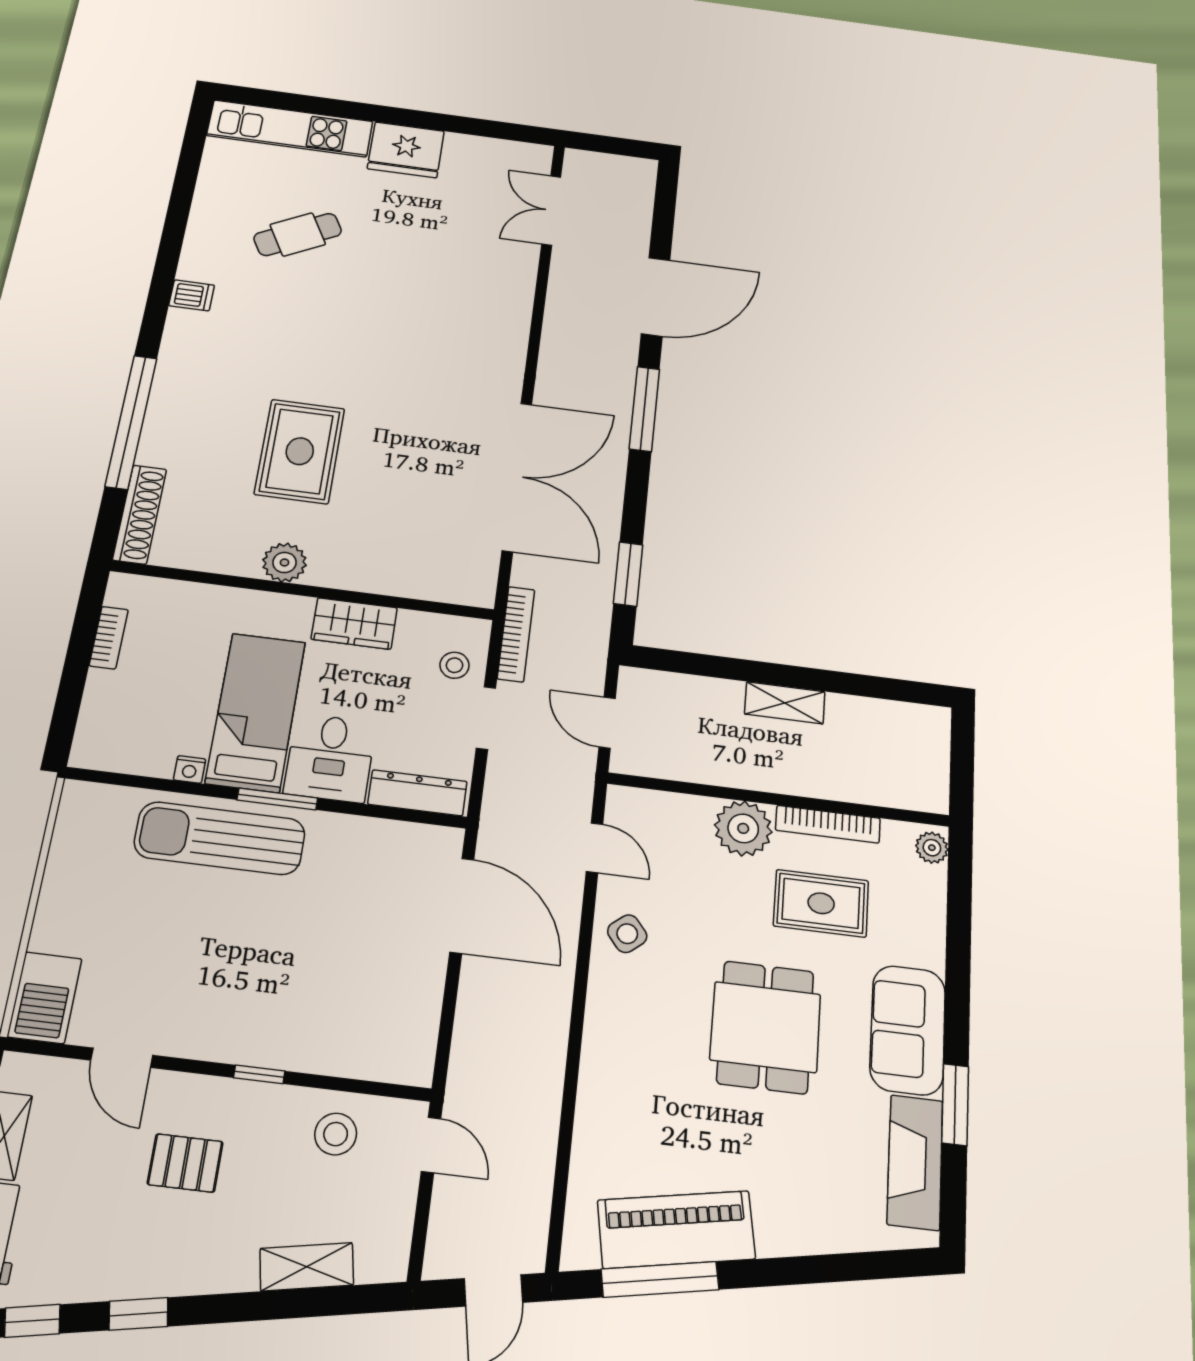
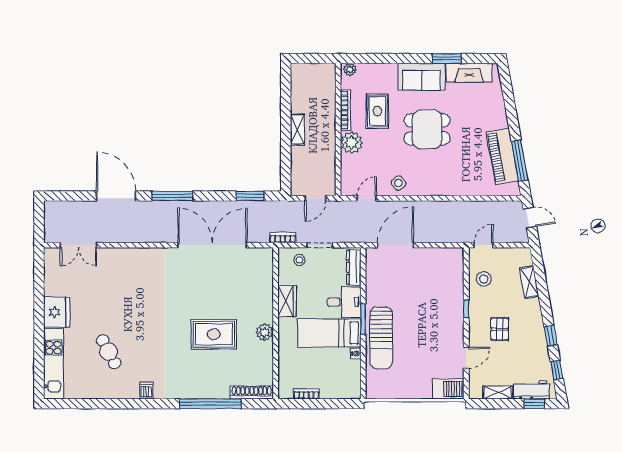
bookcase: (516, 634) -> (283, 238), width x0.64

